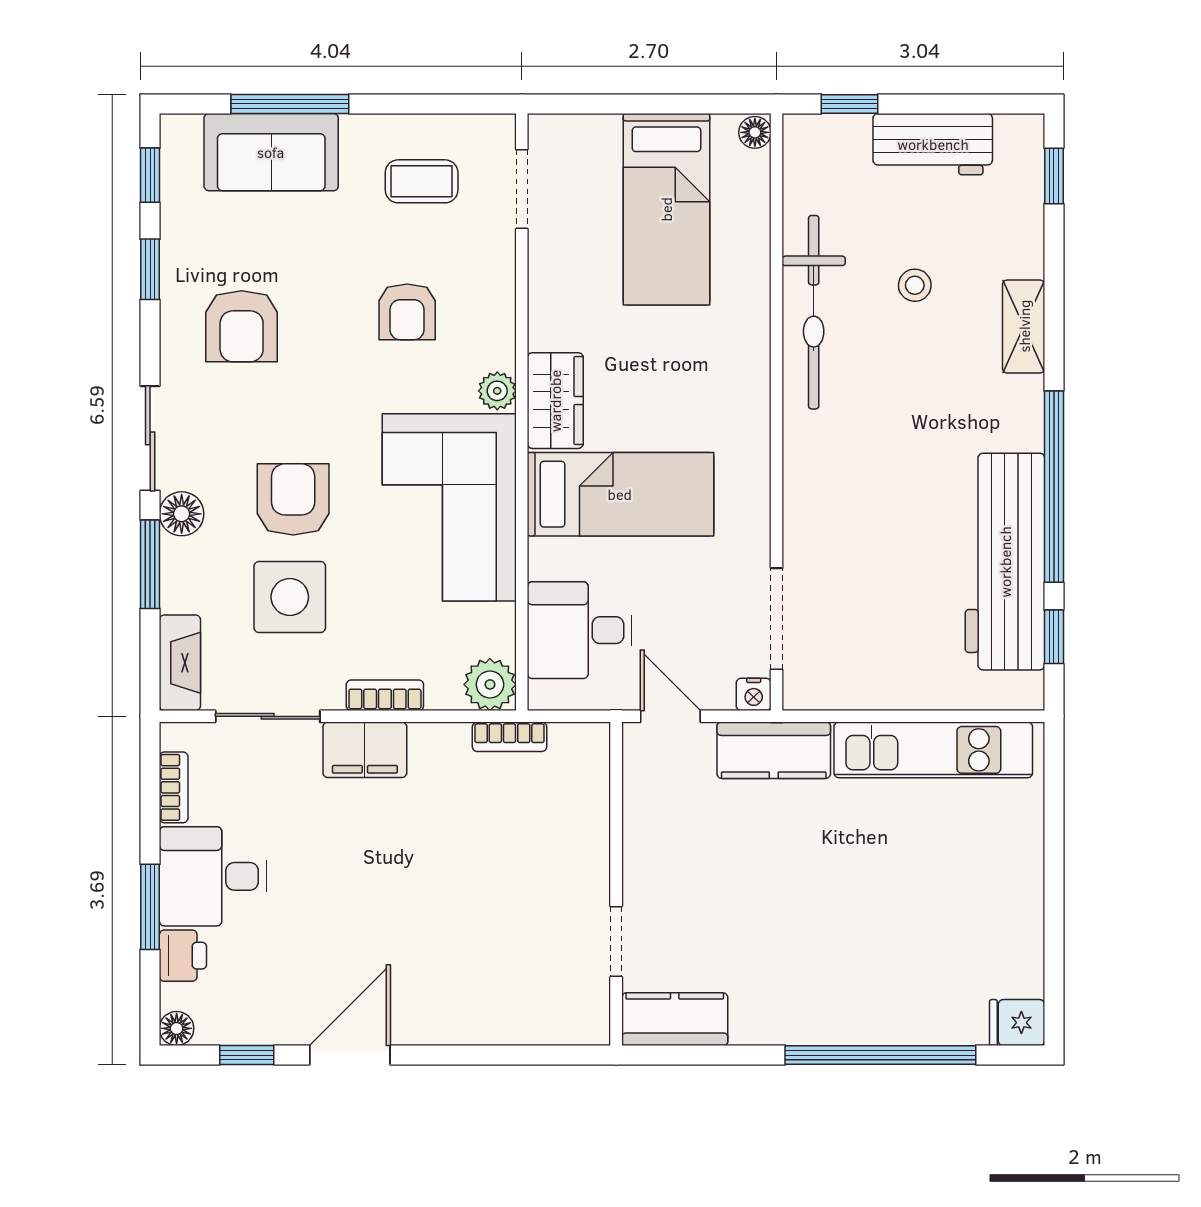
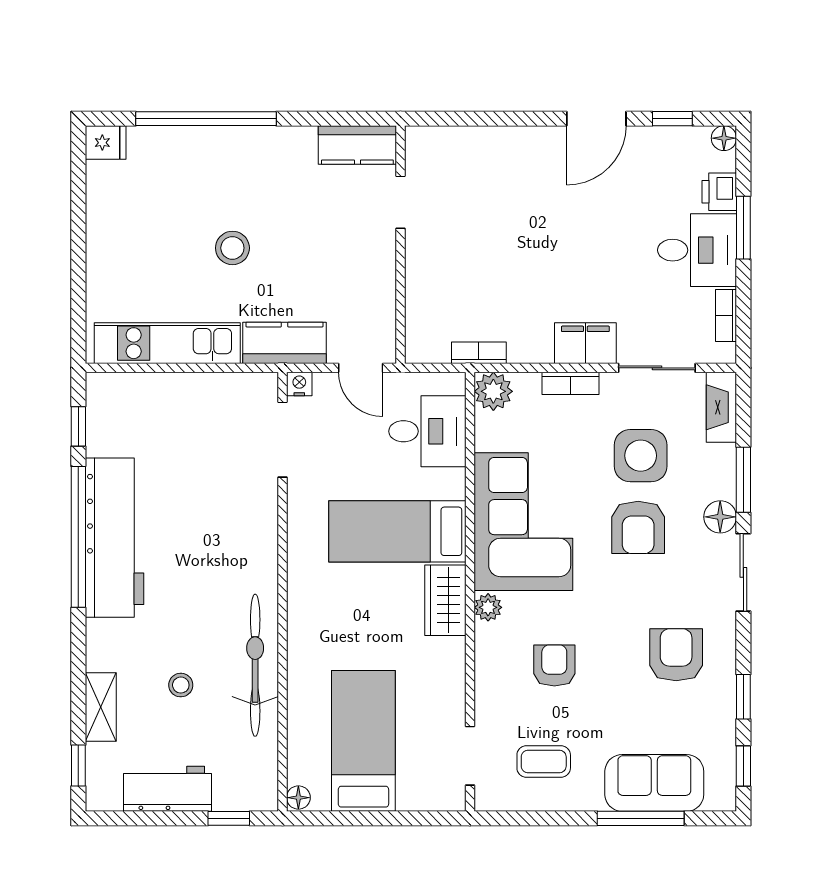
shelving: (1024, 326) -> (101, 707), moved
workbench: (1005, 562) -> (114, 538), moved
stool: (845, 879) -> (232, 248), added

